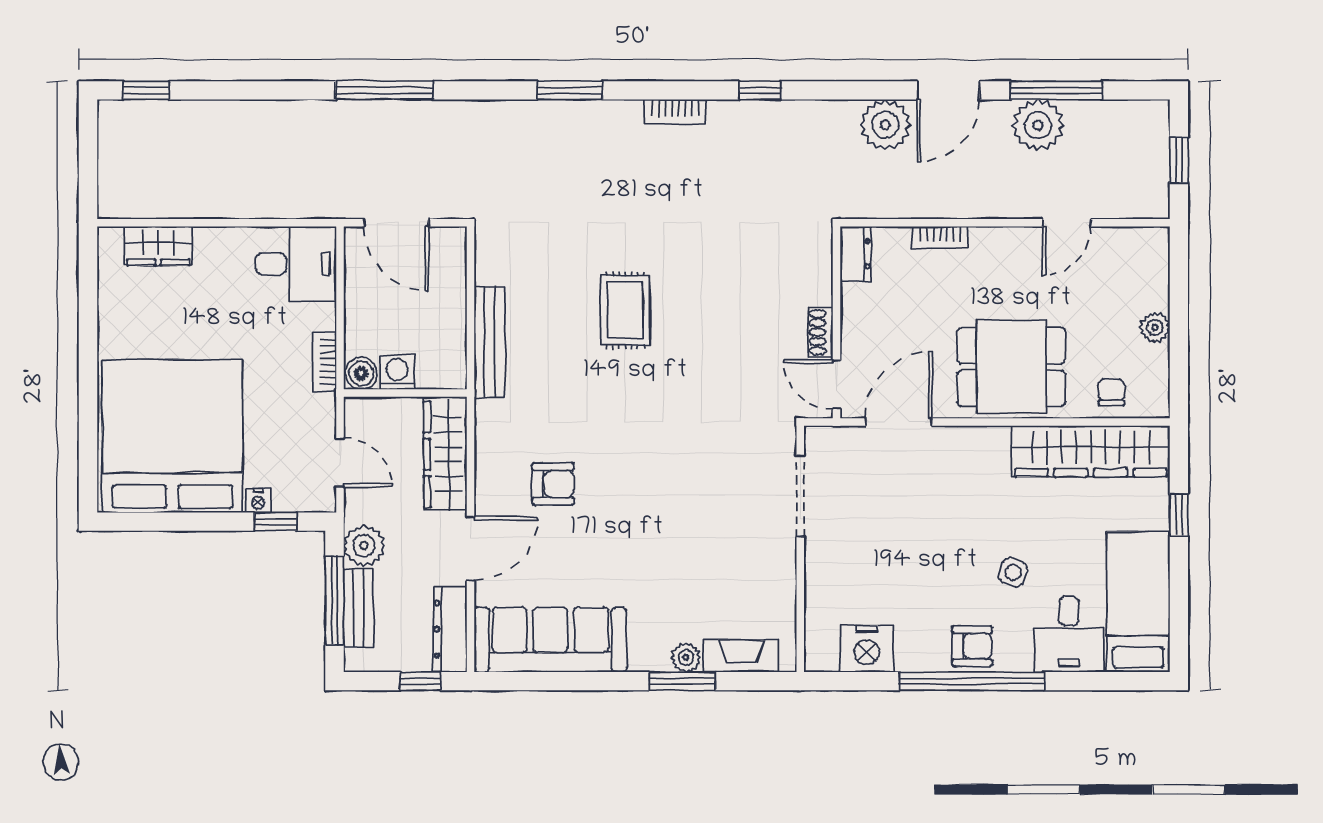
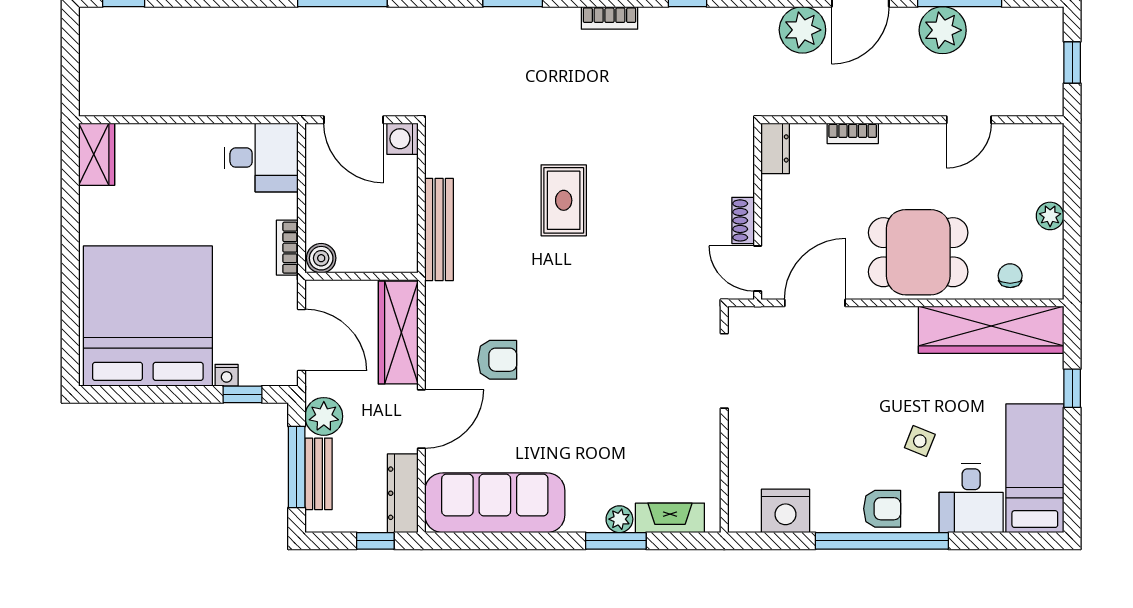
wardrobe: (158, 246) -> (97, 154), moved, turned -90
washing machine: (397, 372) -> (402, 139), moved, turned -90
door: (340, 462) -> (302, 340), width x1.38

